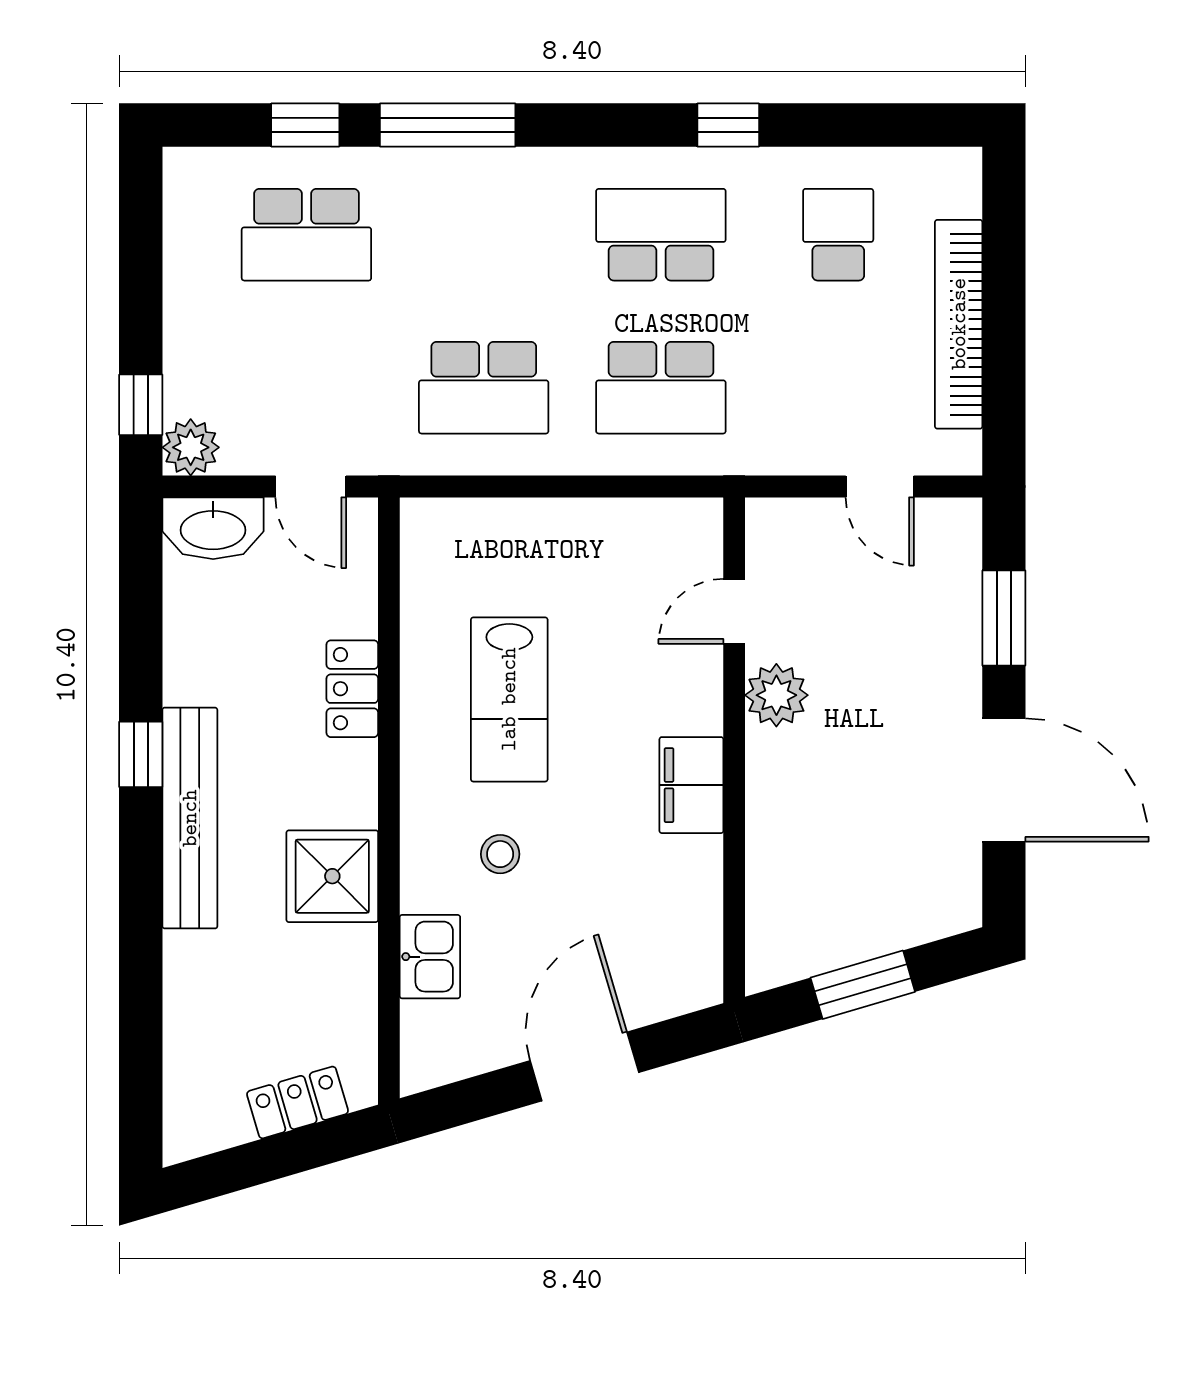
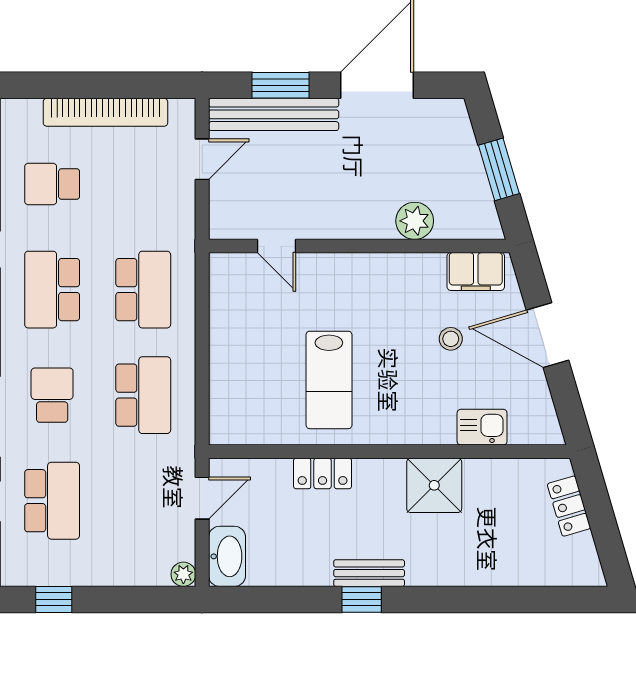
school desk: (484, 235) -> (52, 395), added
window: (141, 405) -> (54, 599), moved
plant: (191, 447) -> (183, 574), width x0.73, depth x0.73
bench: (955, 607) -> (274, 114), added
plant: (776, 695) -> (415, 221), moved
lab bench: (509, 699) -> (329, 380), turned 90
filing cabinet: (691, 785) -> (476, 271), moved
bench: (190, 818) -> (369, 573), width x0.54, depth x0.82
stool: (500, 854) -> (451, 339), moved

